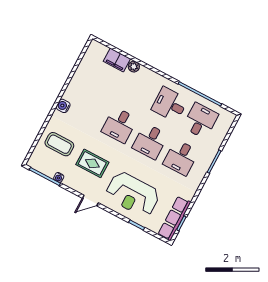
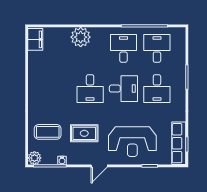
filing cabinet: (117, 60) -> (35, 39), moved, turned -90
plant: (134, 67) -> (81, 37), width x1.88, depth x1.88
desk: (170, 104) -> (123, 48), turned 90
water cooler: (63, 106) -> (34, 98), removed
desk: (150, 141) -> (123, 89), turned -90
plant: (35, 162) -> (34, 158), added

